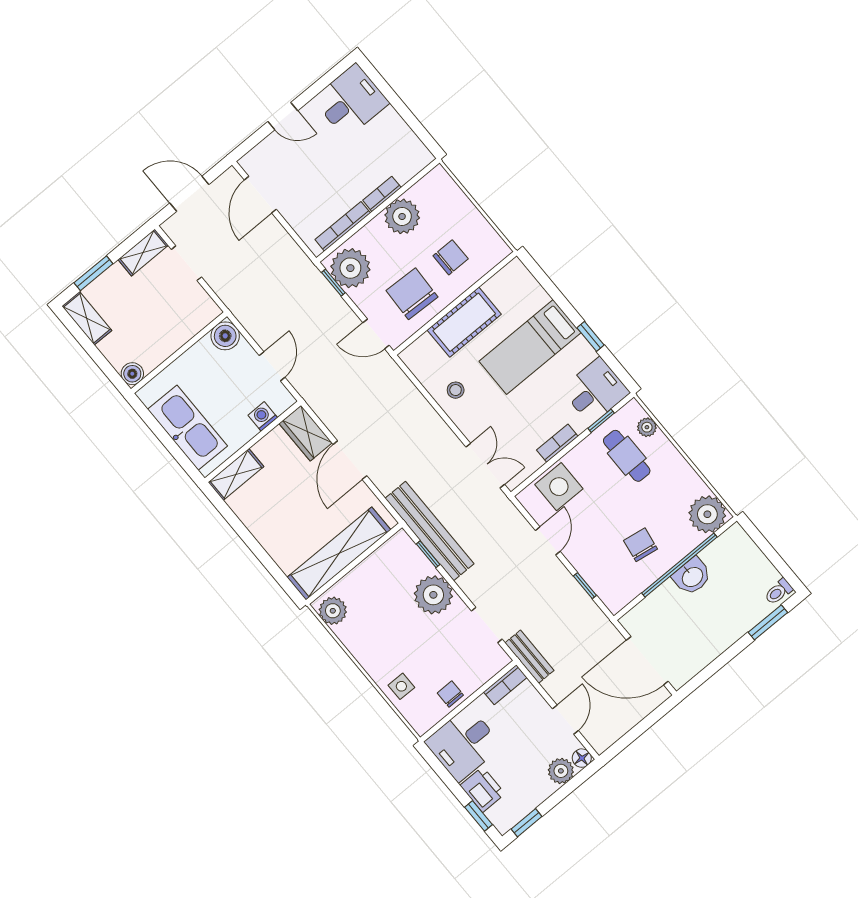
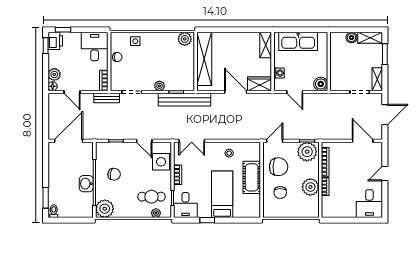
boiler: (132, 374) -> (351, 38), moved
plant: (433, 595) -> (160, 86), width x0.53, depth x0.53
printer: (482, 790) -> (55, 41), moved, turned -90

